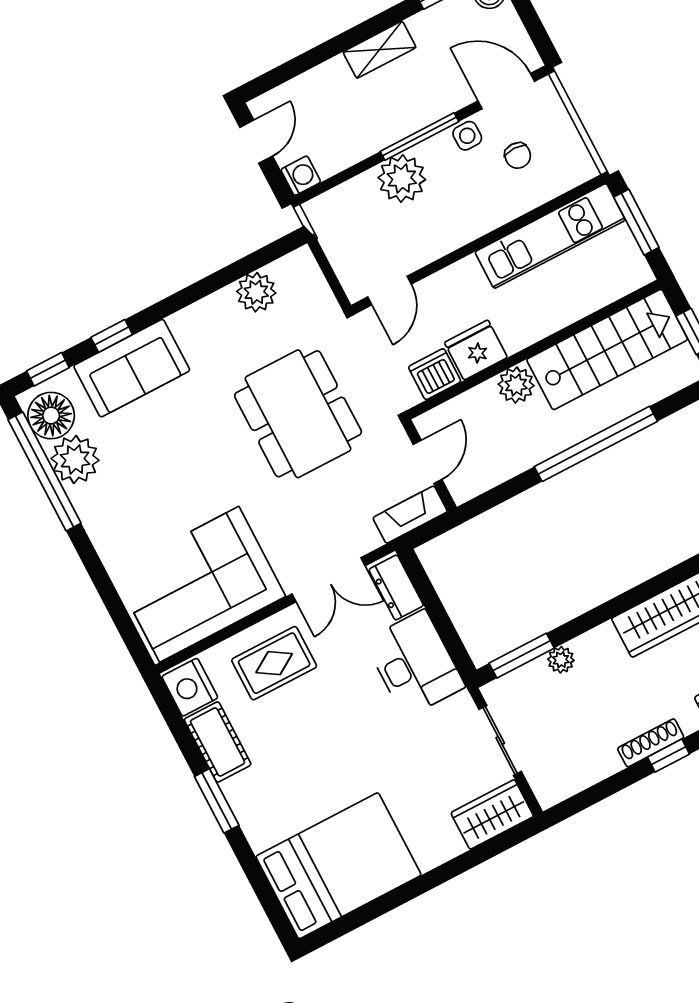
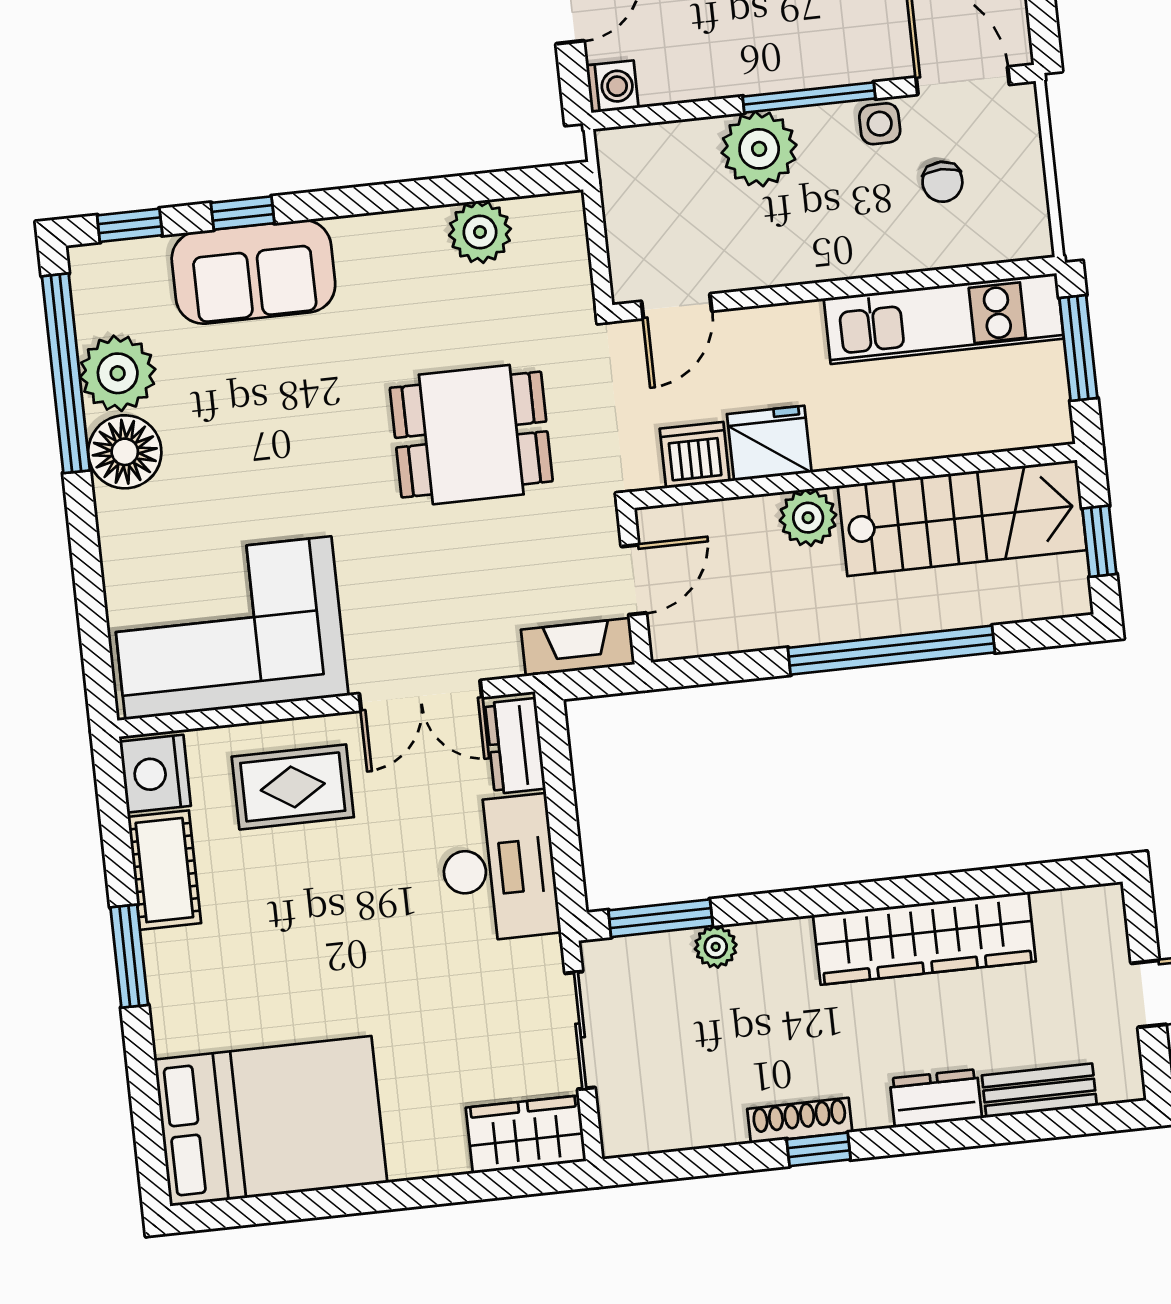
dining table: (298, 414) -> (471, 435), width x0.73
floor lamp: (51, 416) -> (125, 452), moved

